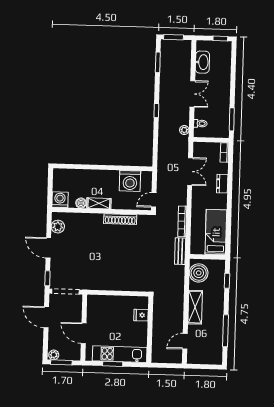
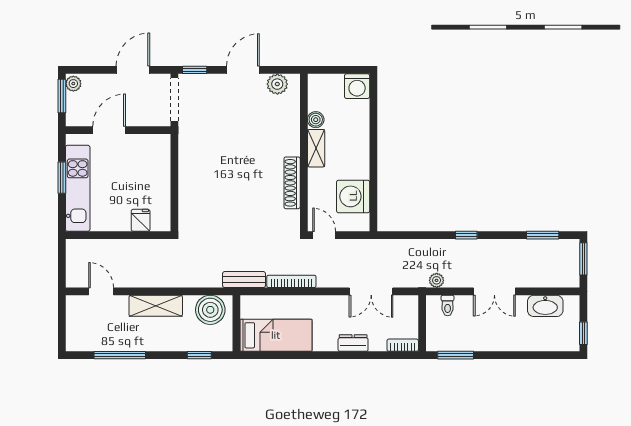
washing machine: (60, 200) -> (357, 86), moved, turned 90

